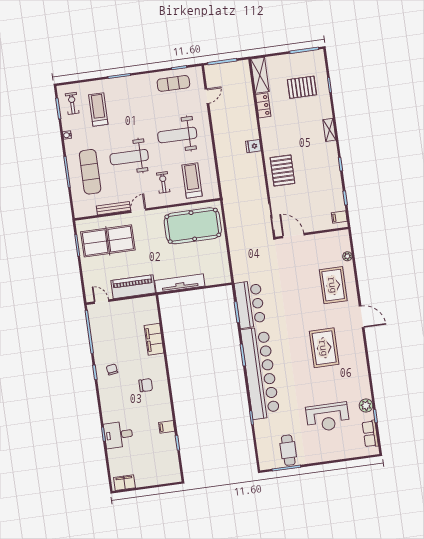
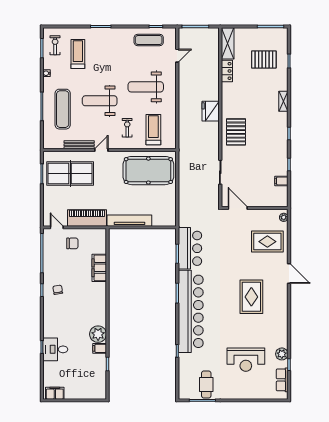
fridge: (253, 146) -> (211, 111), width x1.88, depth x1.34
wall: (312, 233) -> (255, 208), moved
door: (293, 236) -> (238, 208), moved
rug: (333, 285) -> (267, 242), turned 90
chair: (146, 385) -> (72, 243), moved
plant: (163, 412) -> (98, 334), added

